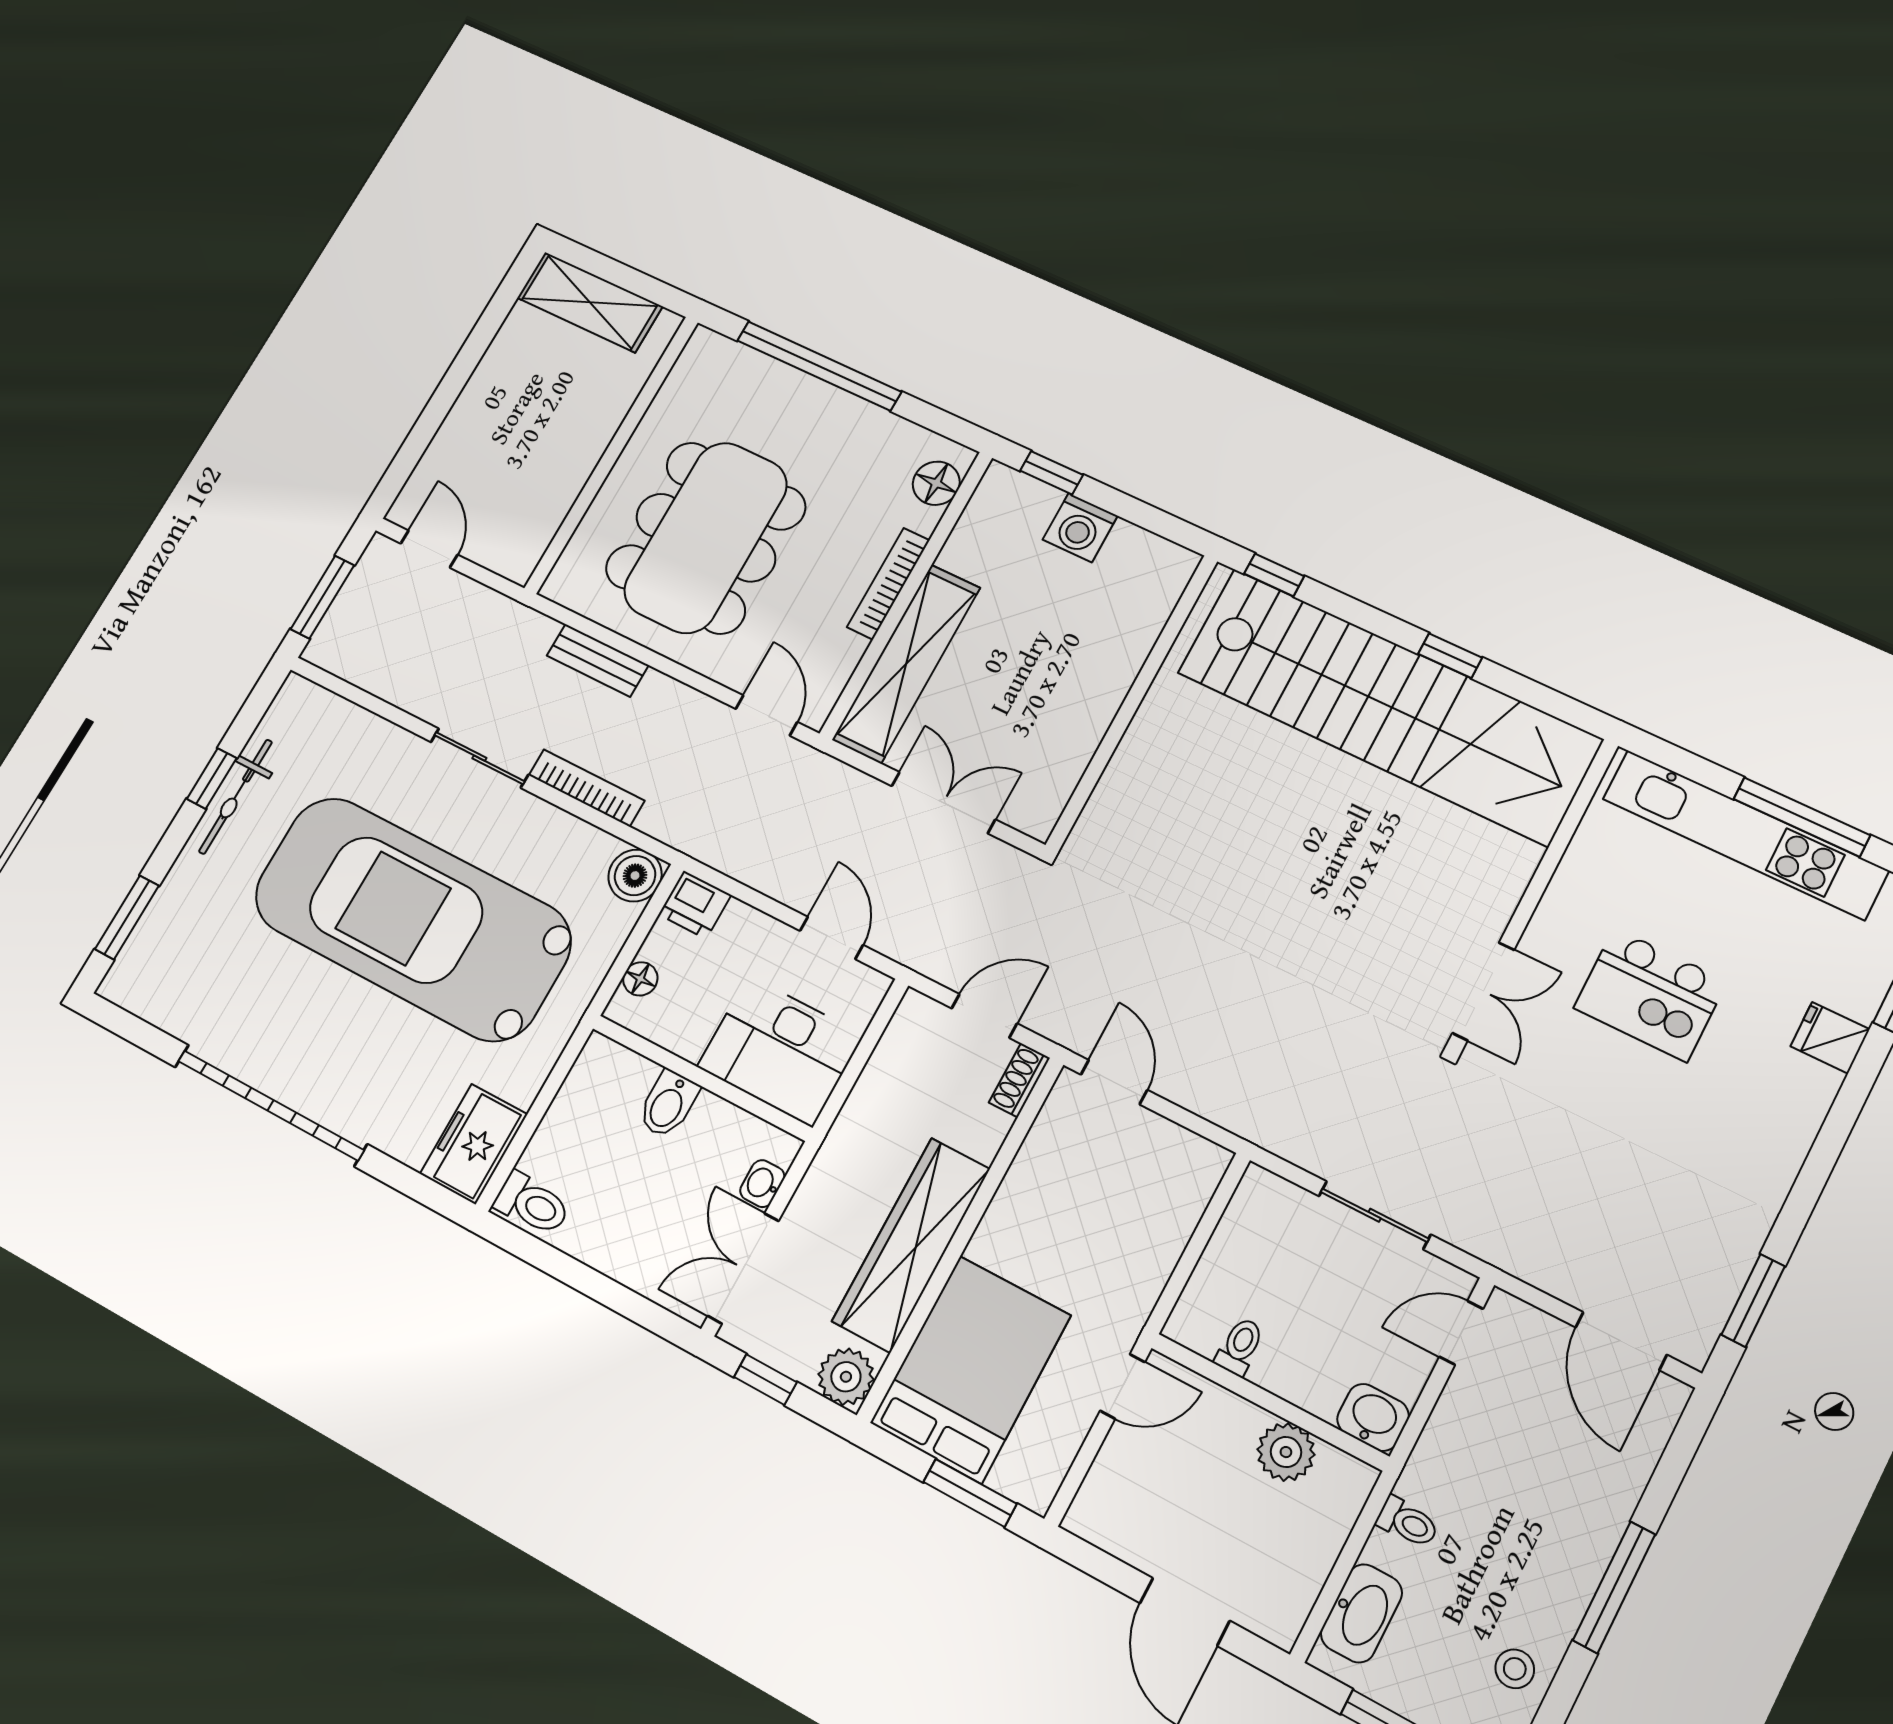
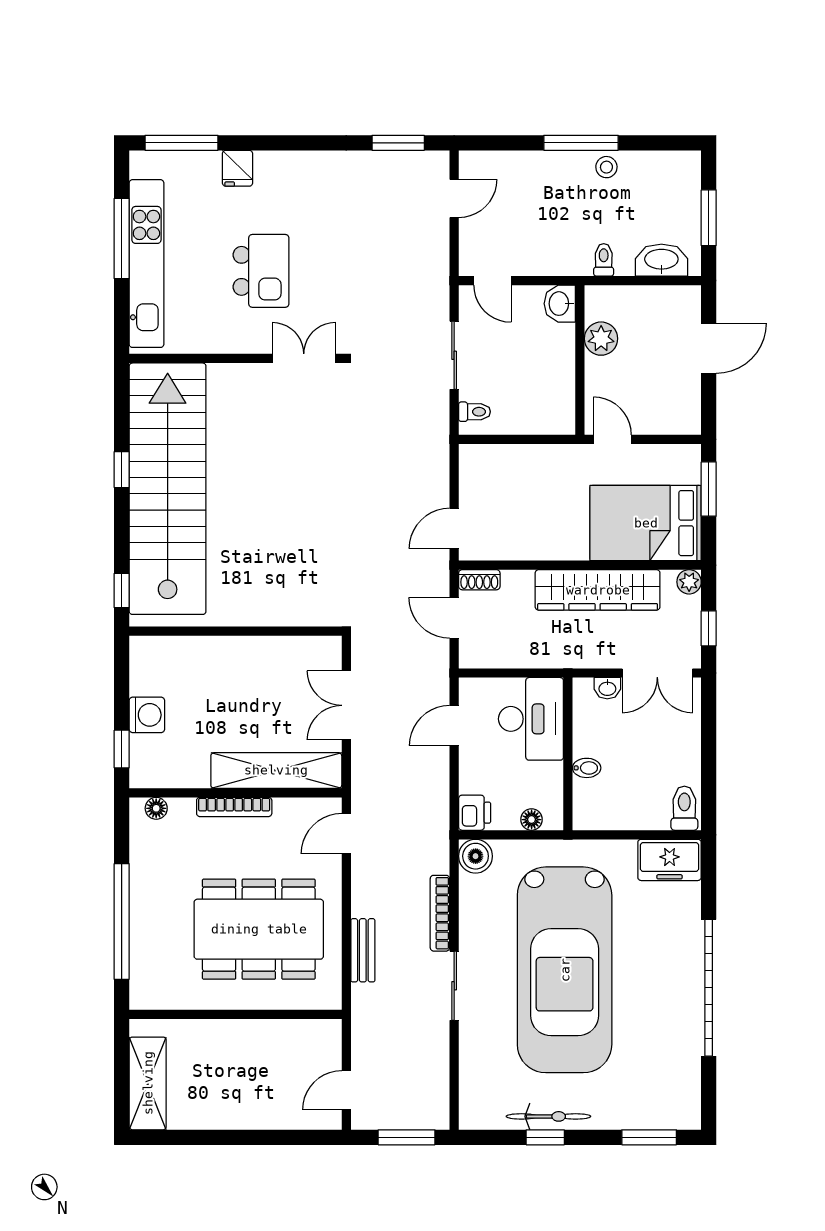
floor lamp: (936, 483) -> (156, 808), width x0.73, depth x0.73
bidet: (668, 1104) -> (587, 768), width x0.72, depth x0.74
door: (1621, 1341) -> (454, 198), width x0.73
toilet: (1240, 1346) -> (475, 412), moved, turned 180
plant: (846, 1377) -> (689, 582), width x0.73, depth x0.73
stool: (1515, 1669) -> (606, 167), moved

